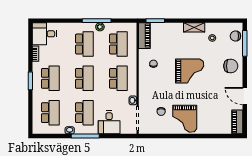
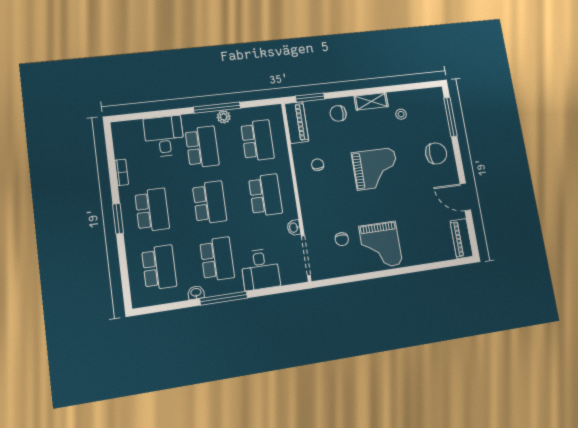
desk: (44, 34) -> (164, 136), moved, turned 90
chair: (235, 36) -> (338, 113), moved

